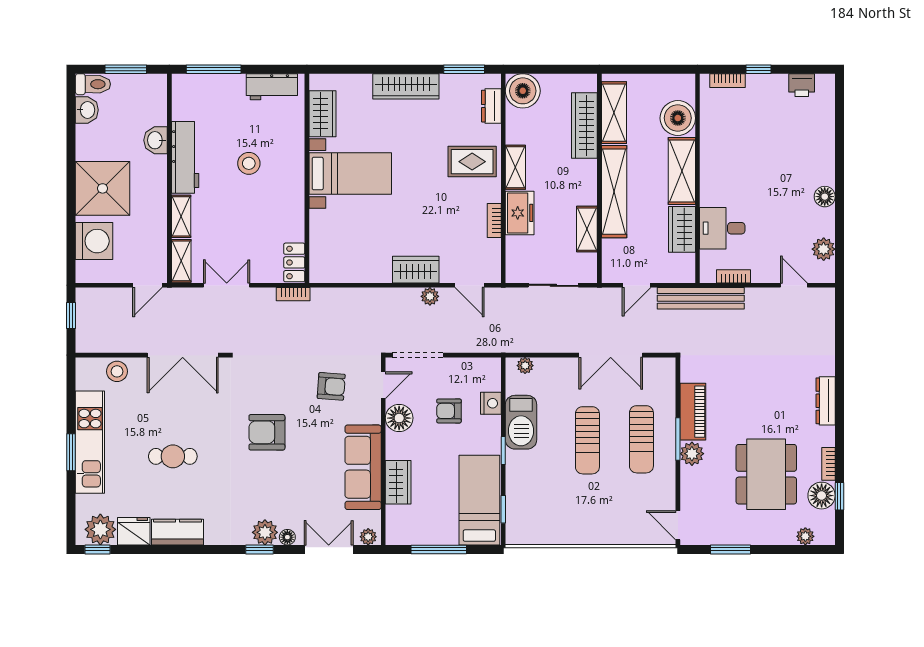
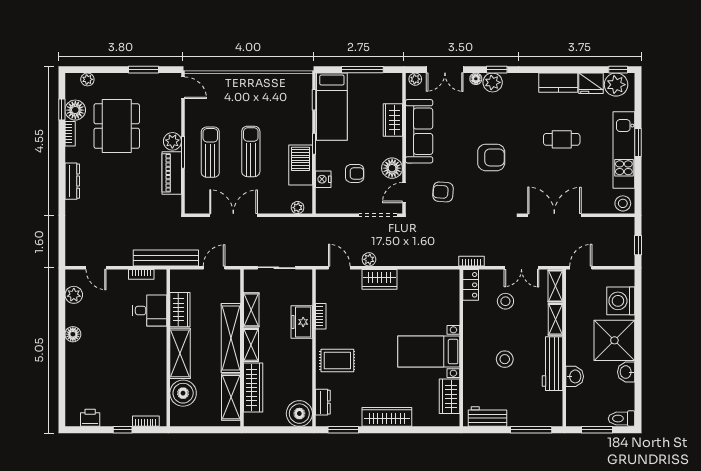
washbasin: (87, 110) -> (626, 372), moved
shelving: (515, 167) -> (251, 345), moved
stool: (248, 241) -> (505, 301), added
stool: (117, 371) -> (623, 203), moved

